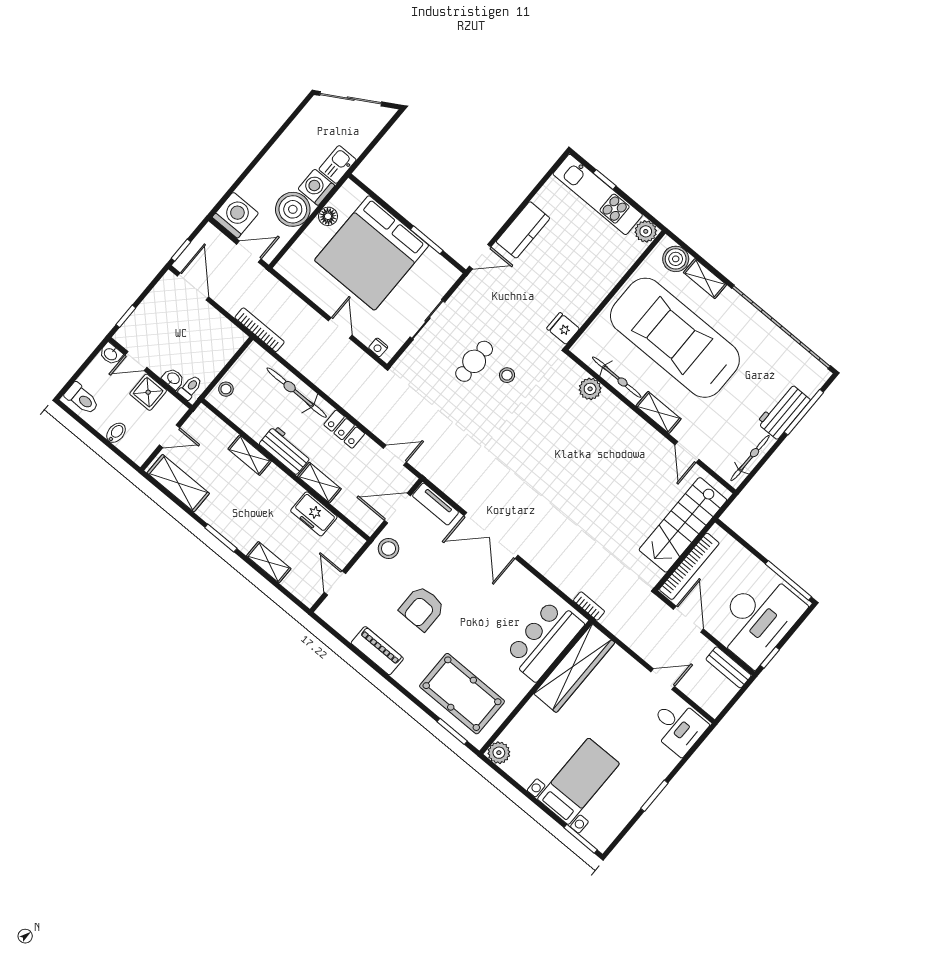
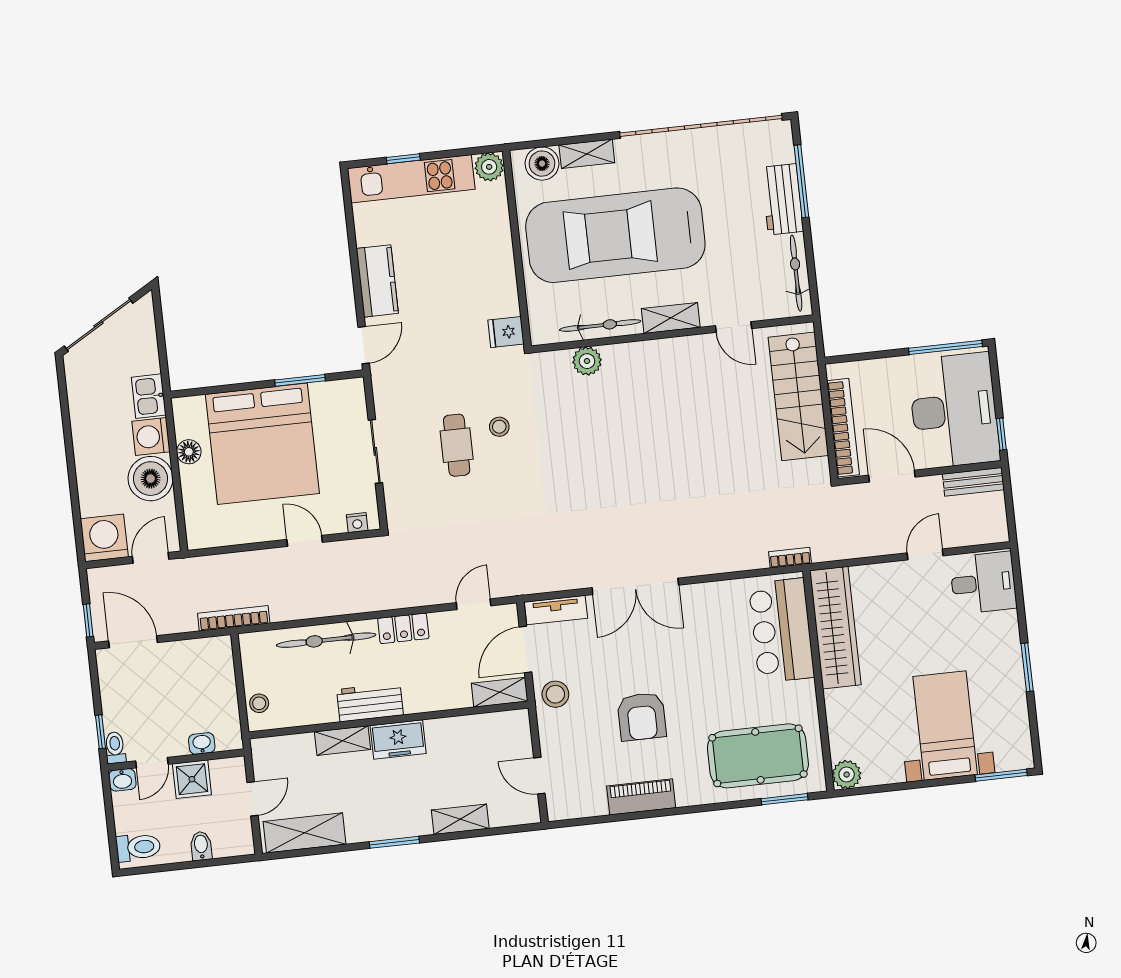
toilet: (190, 387) -> (115, 748), moved
shelving: (319, 483) -> (500, 692), moved
freezer: (314, 514) -> (398, 739), moved

